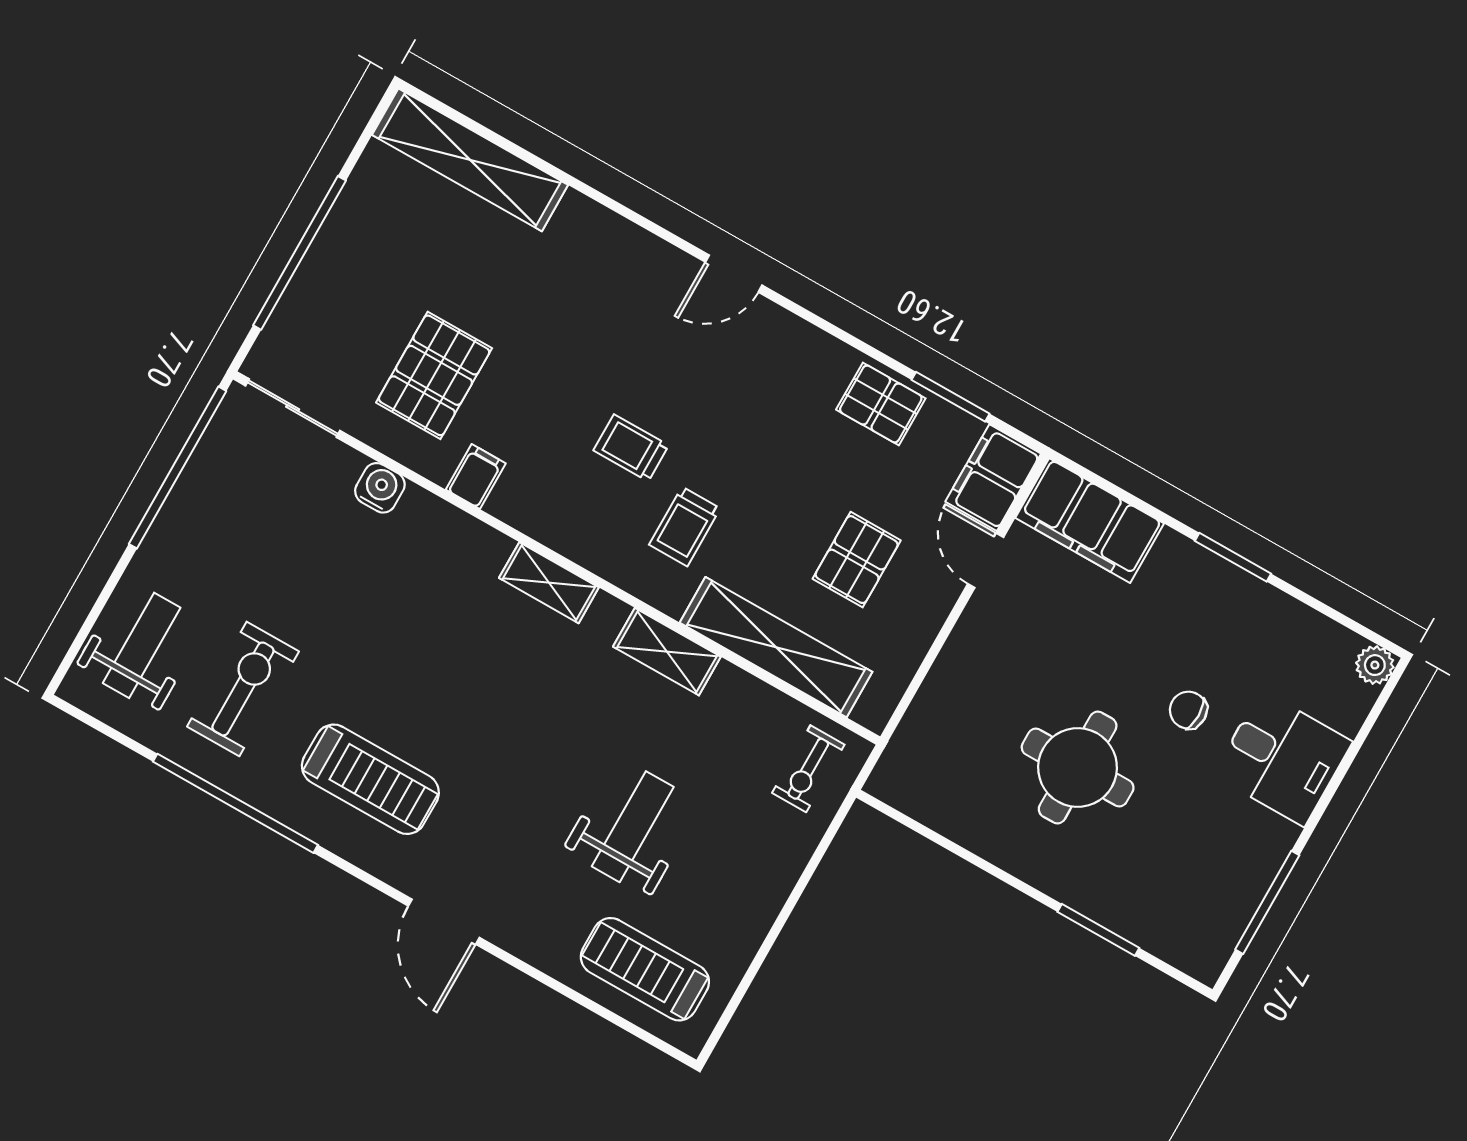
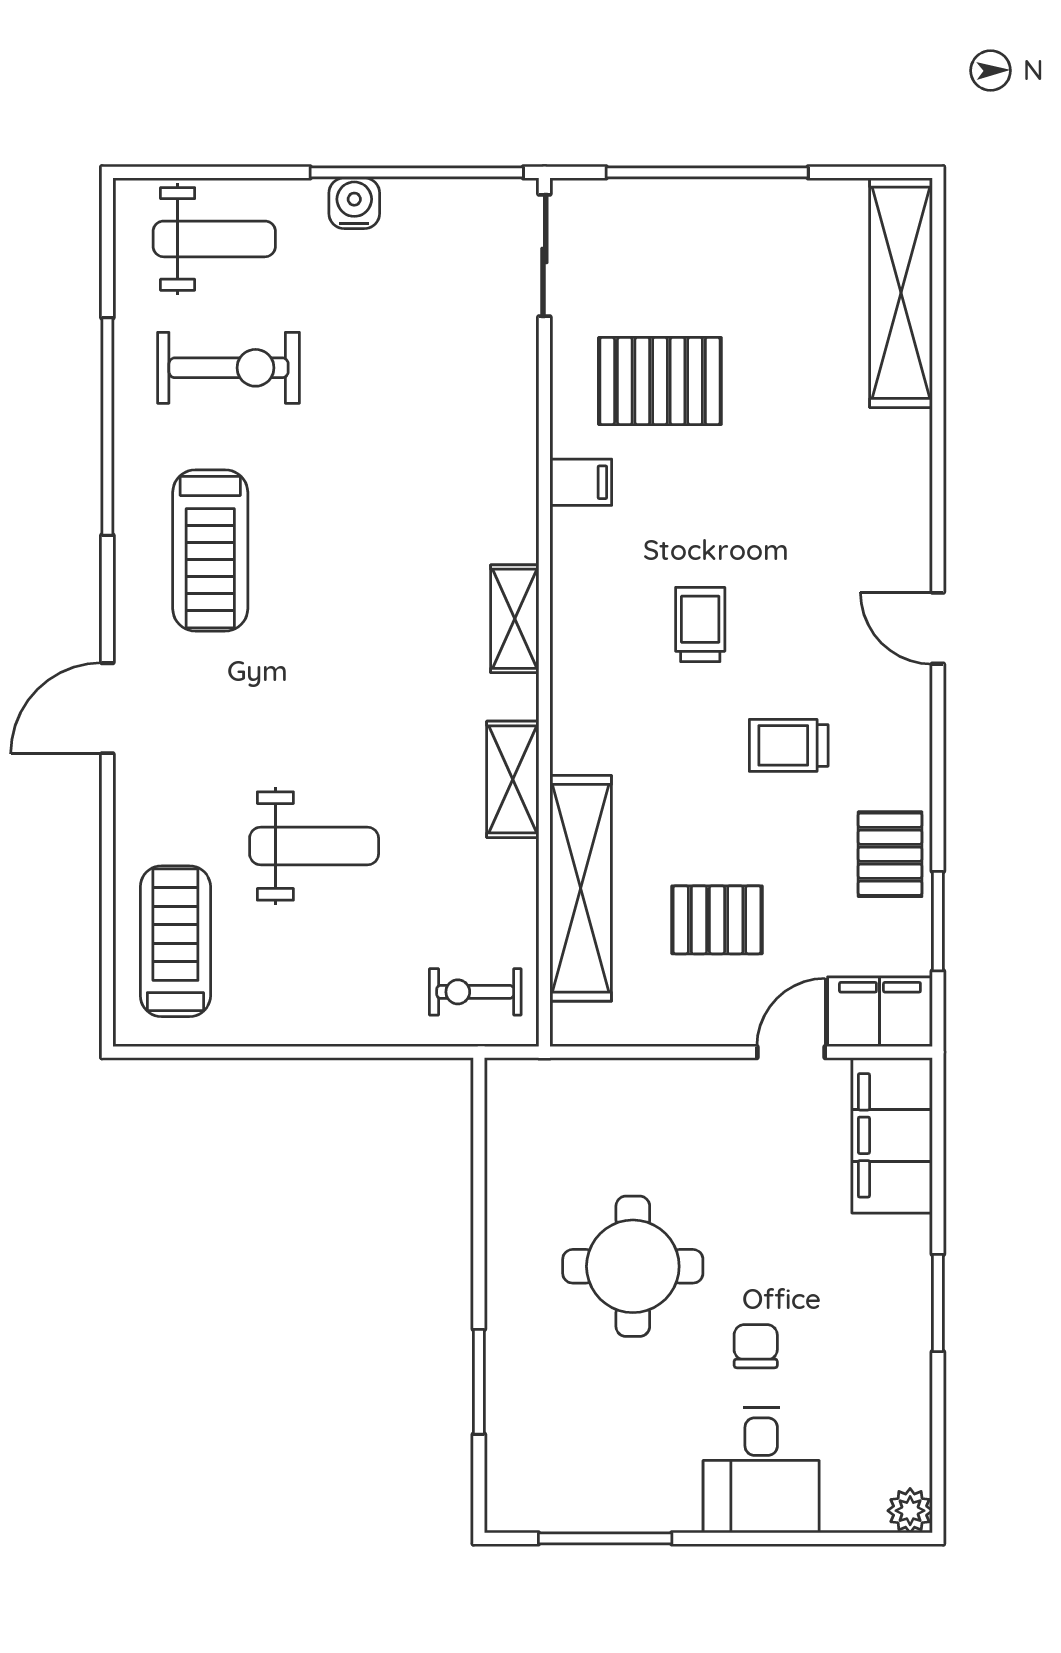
water cooler: (380, 488) -> (354, 203), moved, turned -90
trolley: (685, 526) -> (789, 745), moved

